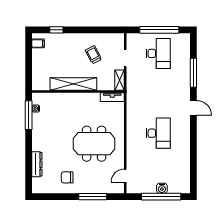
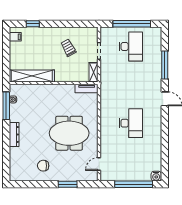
shelving: (73, 84) -> (32, 76), moved
dresser: (37, 164) -> (14, 134), moved
water cooler: (162, 188) -> (156, 176), moved
window: (93, 197) -> (68, 184), width x0.69

